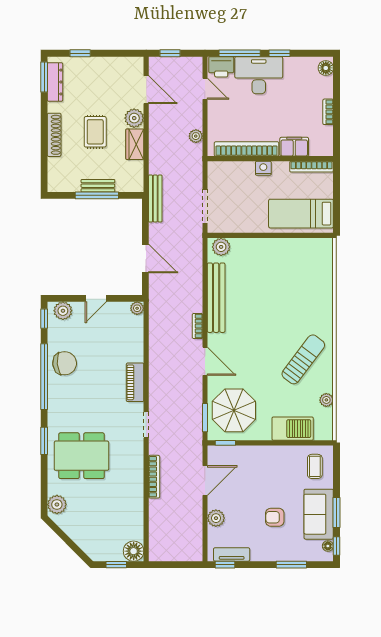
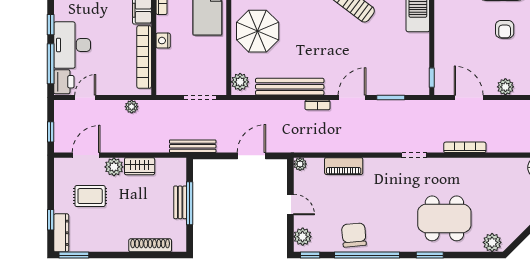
dresser: (55, 82) -> (61, 233), moved, turned 90
rug: (95, 132) -> (90, 196), moved
shoe rack: (54, 135) -> (150, 245), moved
piano: (135, 382) -> (344, 166), moved
parasol: (234, 410) -> (258, 31), moved
window: (205, 418) -> (391, 98), moved
dining table: (81, 456) -> (444, 218), turned 90

